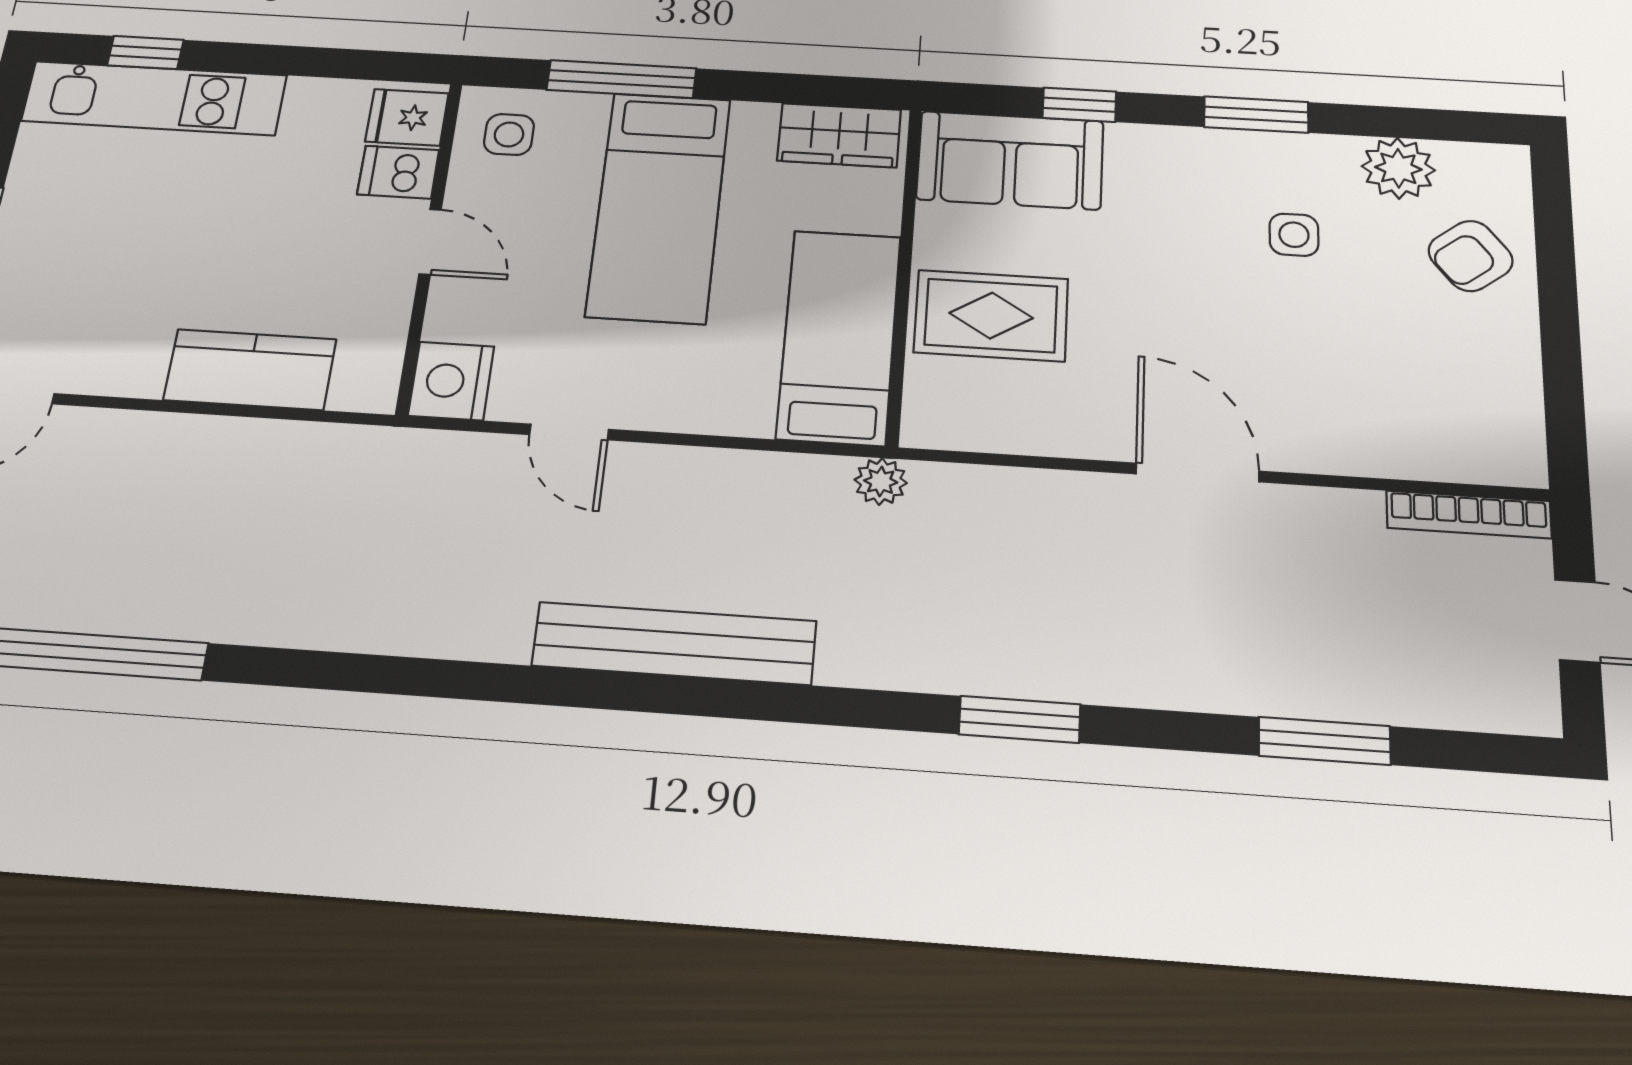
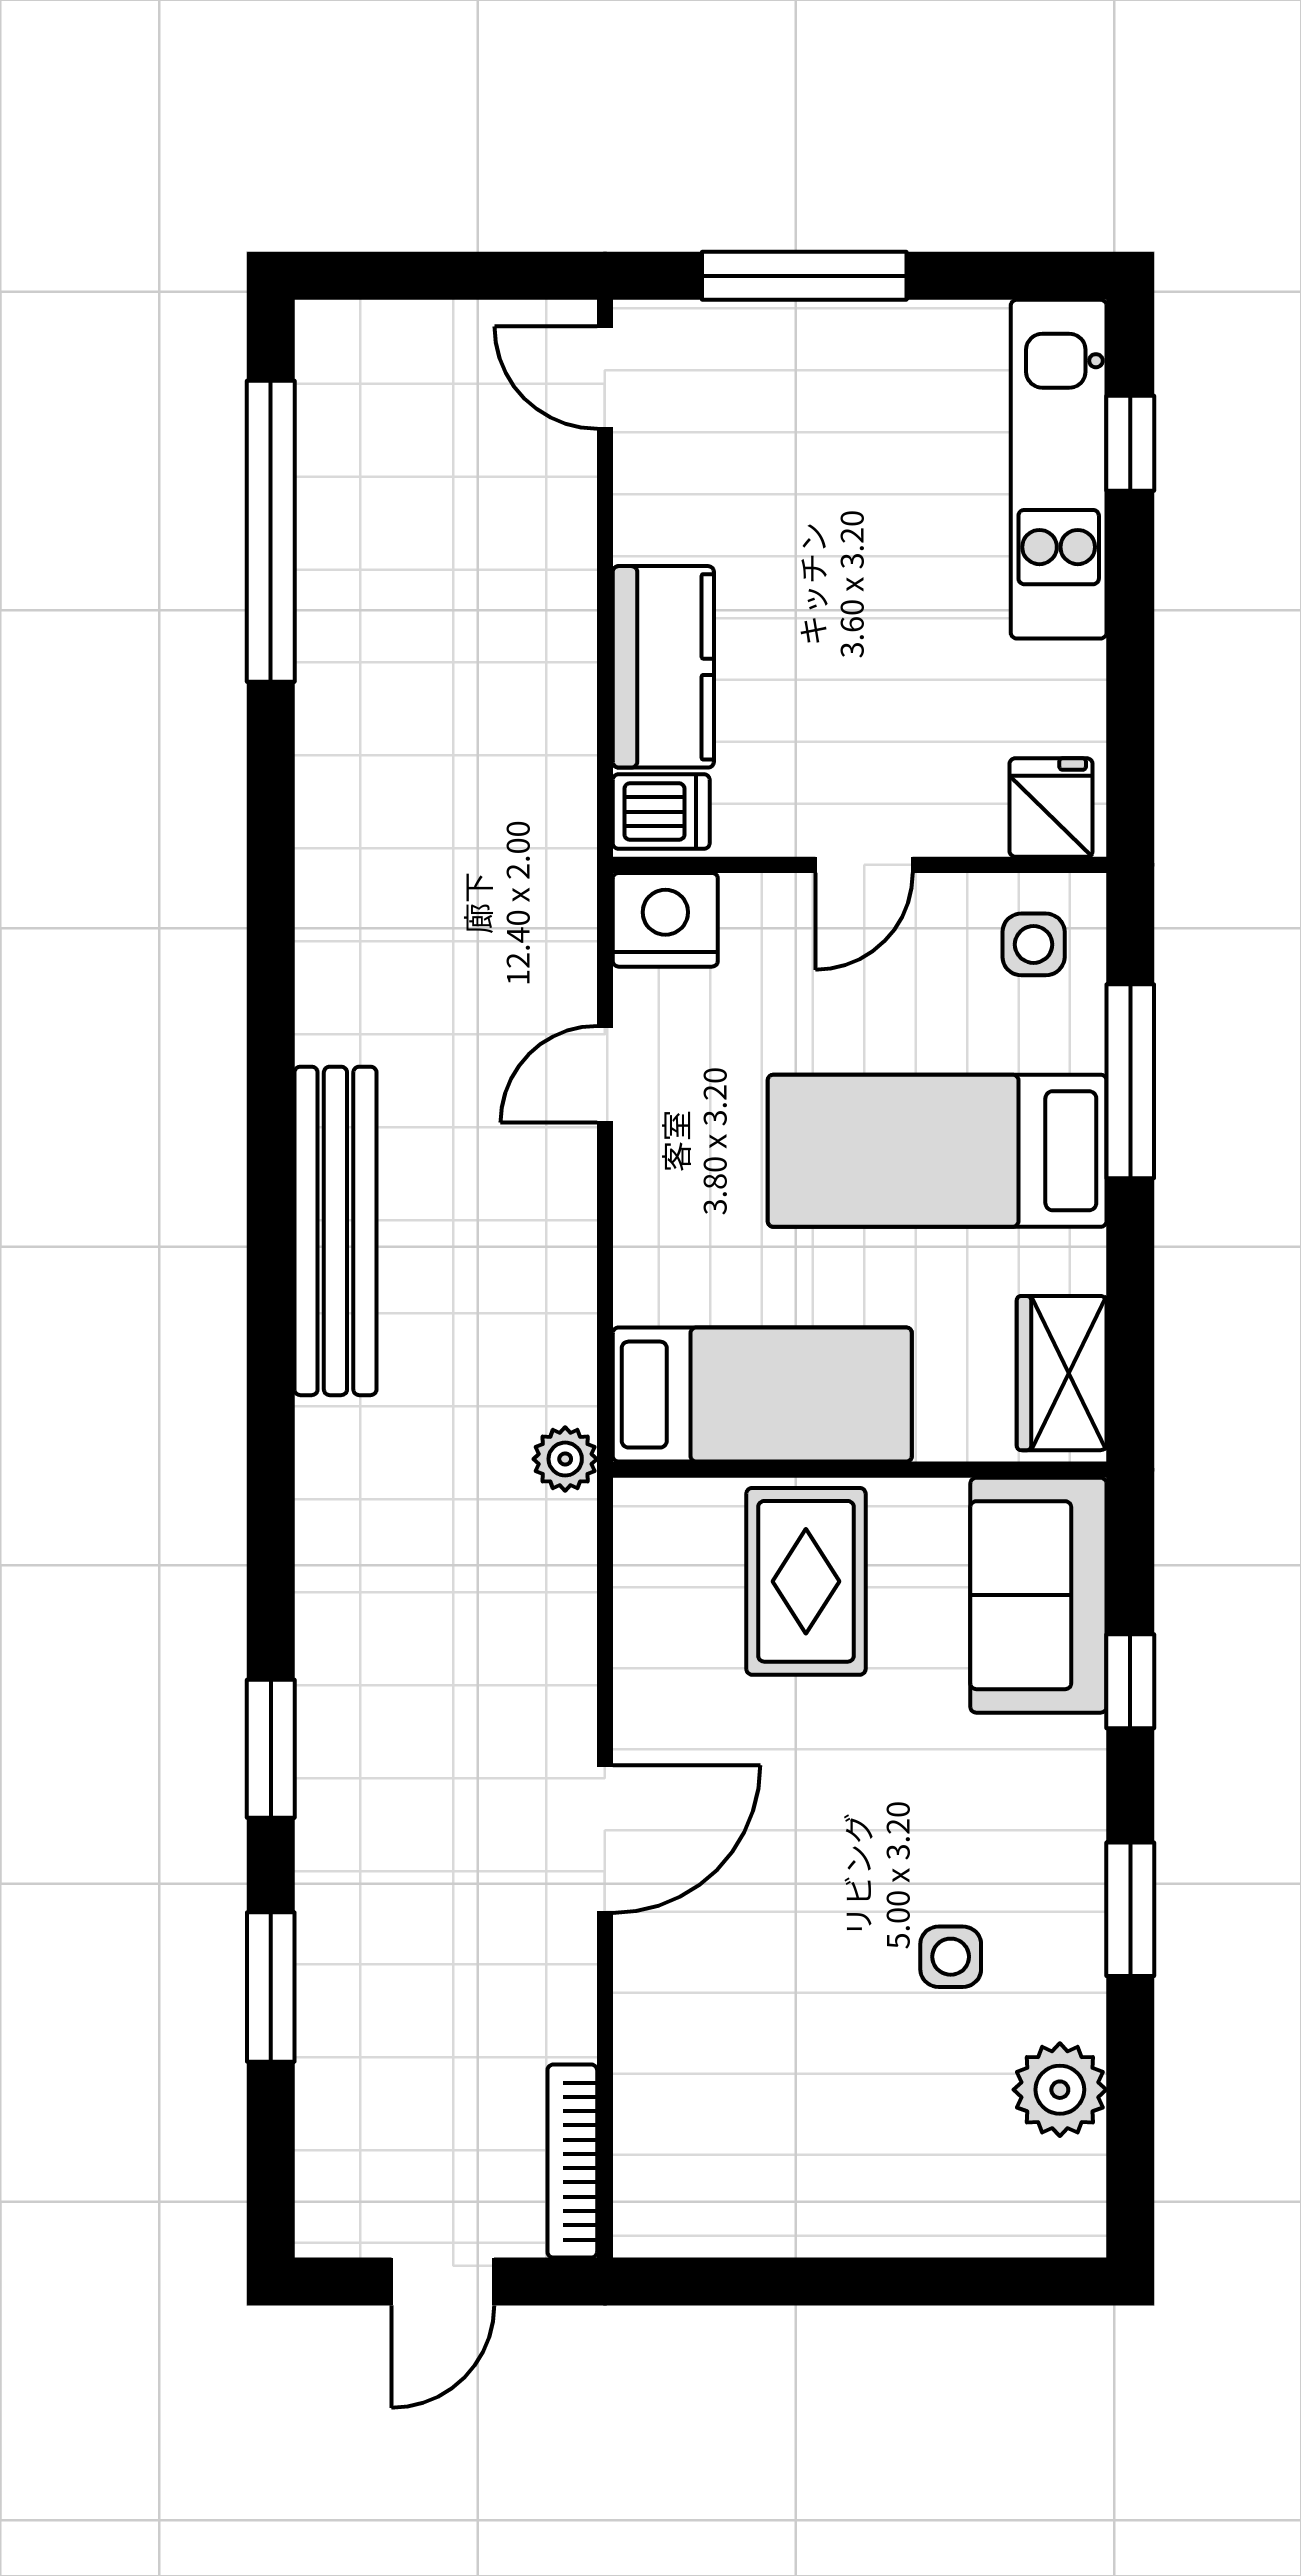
dishwasher: (398, 172) -> (661, 812), moved, turned 90
armchair: (1471, 256) -> (935, 2176), removed
window: (1020, 719) -> (271, 1749), moved

